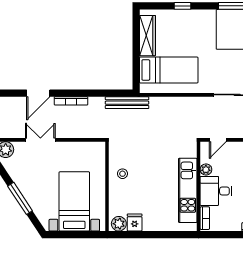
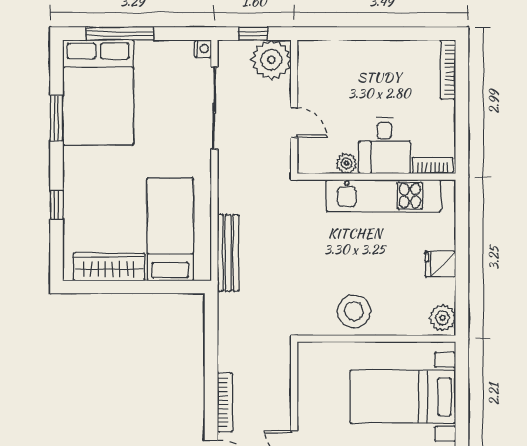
bench: (127, 103) -> (228, 253), moved
door: (218, 140) -> (294, 123), moved
stool: (122, 174) -> (354, 311), width x1.89, depth x1.89
fridge: (135, 222) -> (440, 264), moved

